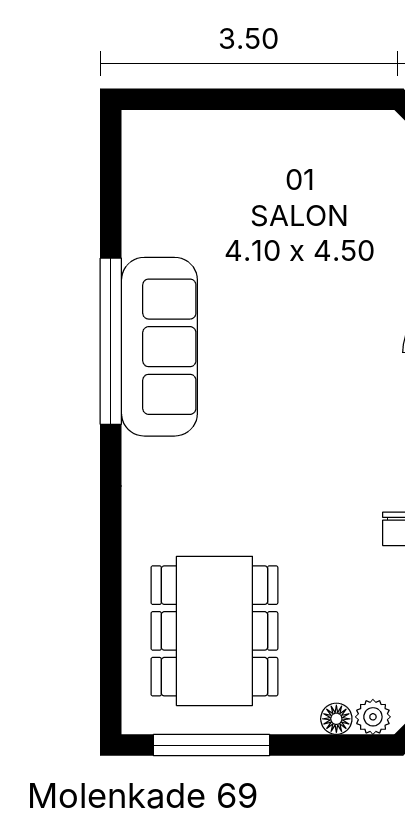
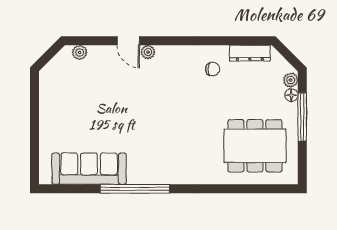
sofa: (159, 347) -> (89, 169), moved
window: (212, 745) -> (302, 117), moved

